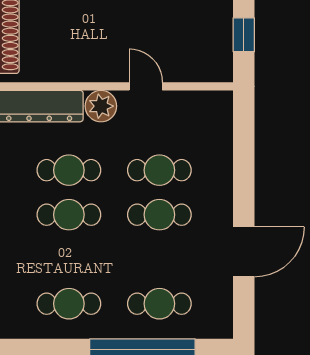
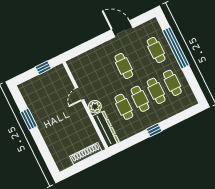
cafe table: (159, 170) -> (156, 91), moved

